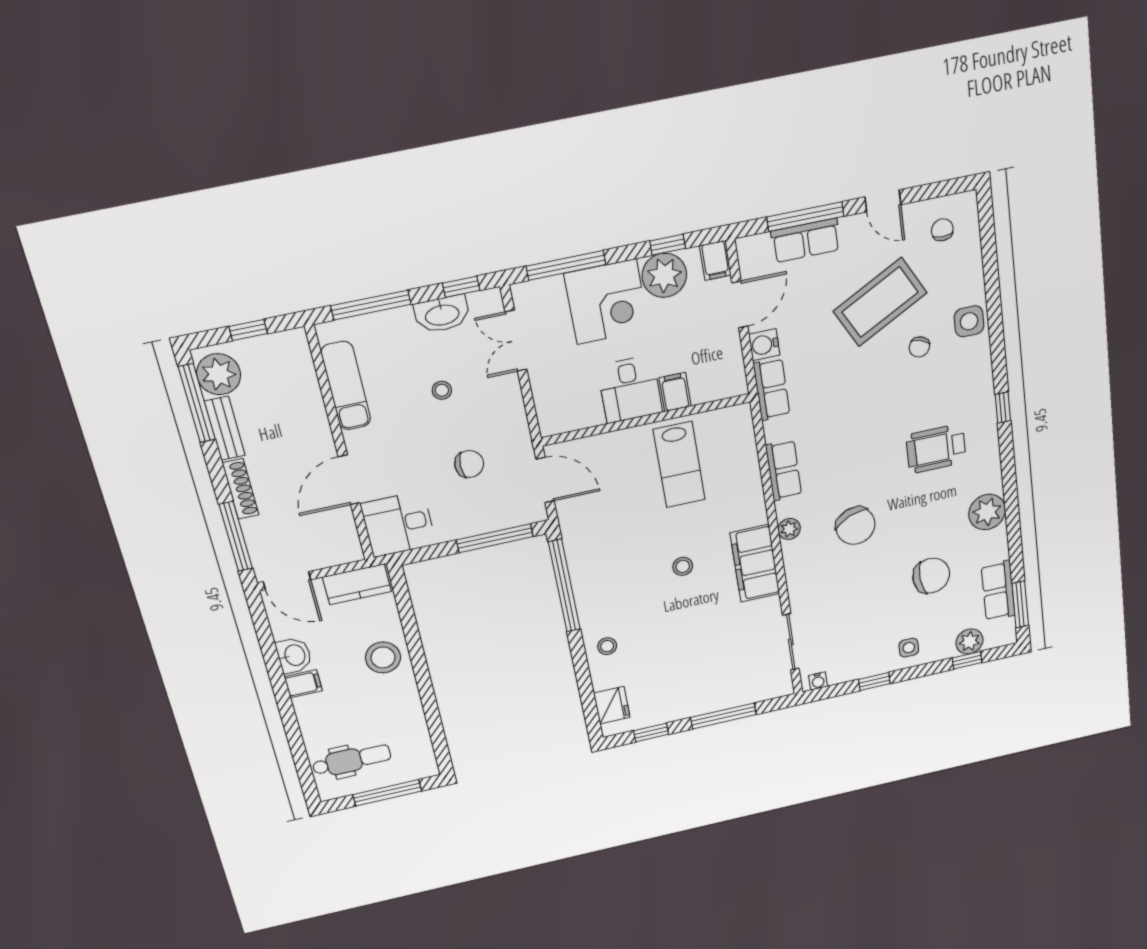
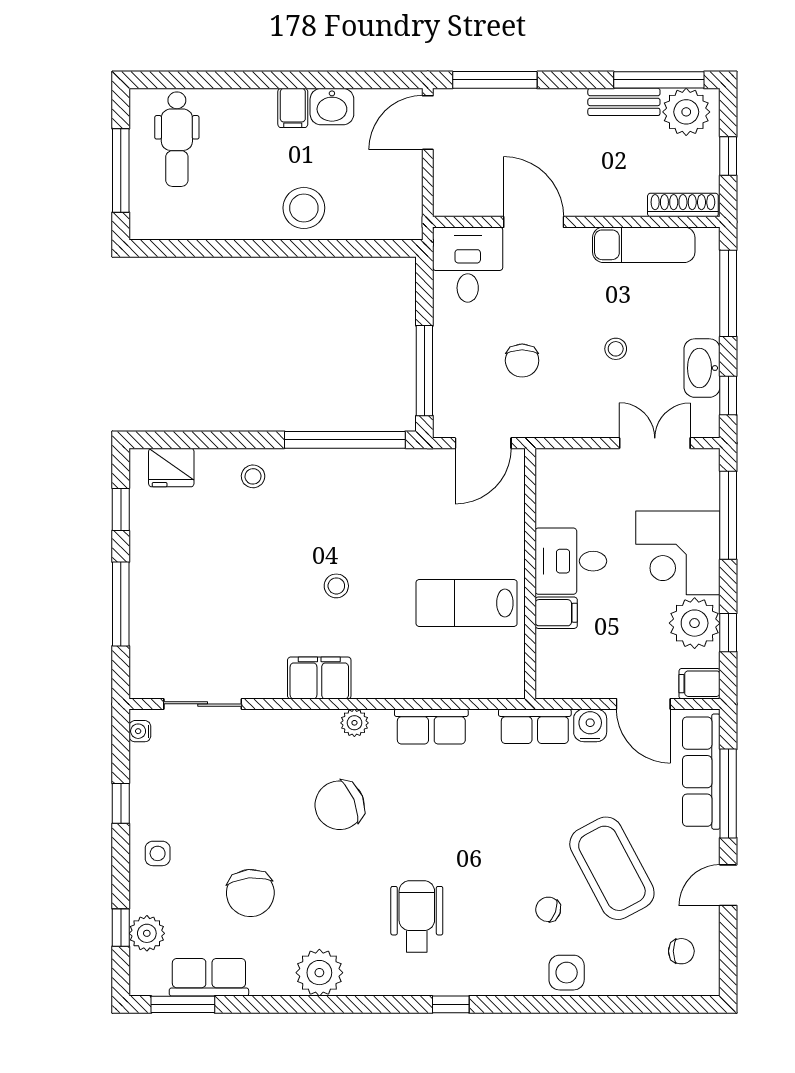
row of seats: (806, 240) -> (701, 772), width x1.48
shoe rack: (241, 489) -> (683, 205), moved, turned 180
filing cabinet: (755, 563) -> (319, 678), width x0.67, depth x0.86
kitchen counter: (357, 584) -> (404, 200), removed

